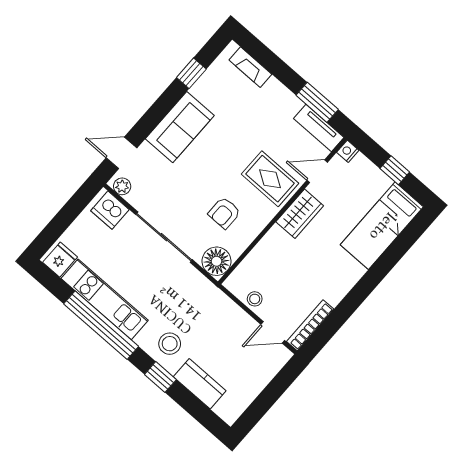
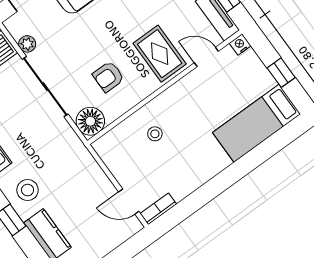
plant: (122, 186) -> (27, 44), moved
wardrobe: (300, 214) -> (181, 94), removed
stool: (255, 299) -> (155, 134), moved
bookcase: (310, 325) -> (158, 209), width x0.64

